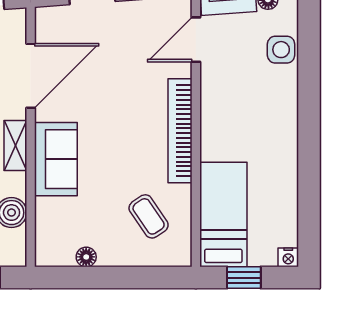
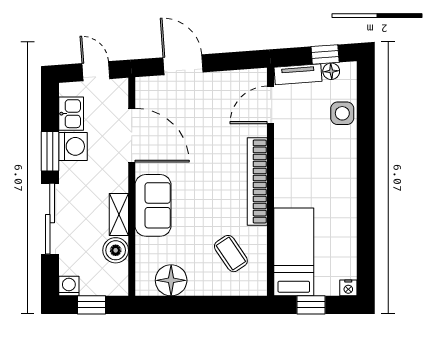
door: (31, 76) -> (132, 135), hinge flipped
shelving: (15, 145) -> (119, 215), moved
floor lamp: (86, 257) -> (171, 280), width x1.89, depth x1.89

